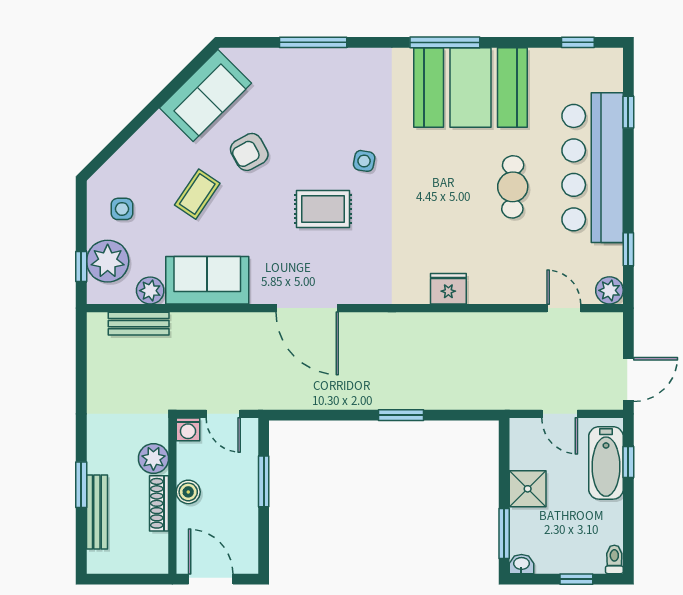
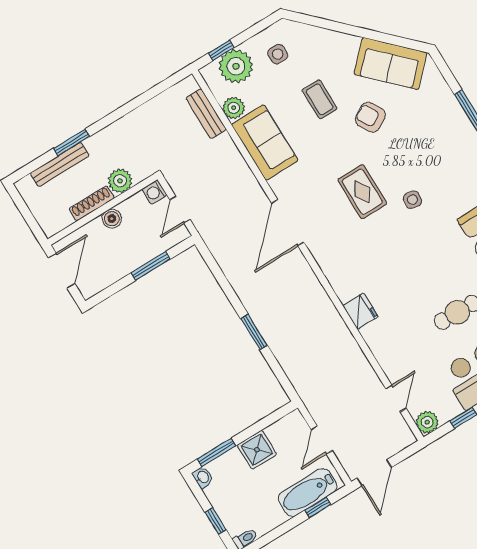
coffee table: (197, 194) -> (320, 99), turned 56
door: (628, 379) -> (374, 473), hinge flipped

